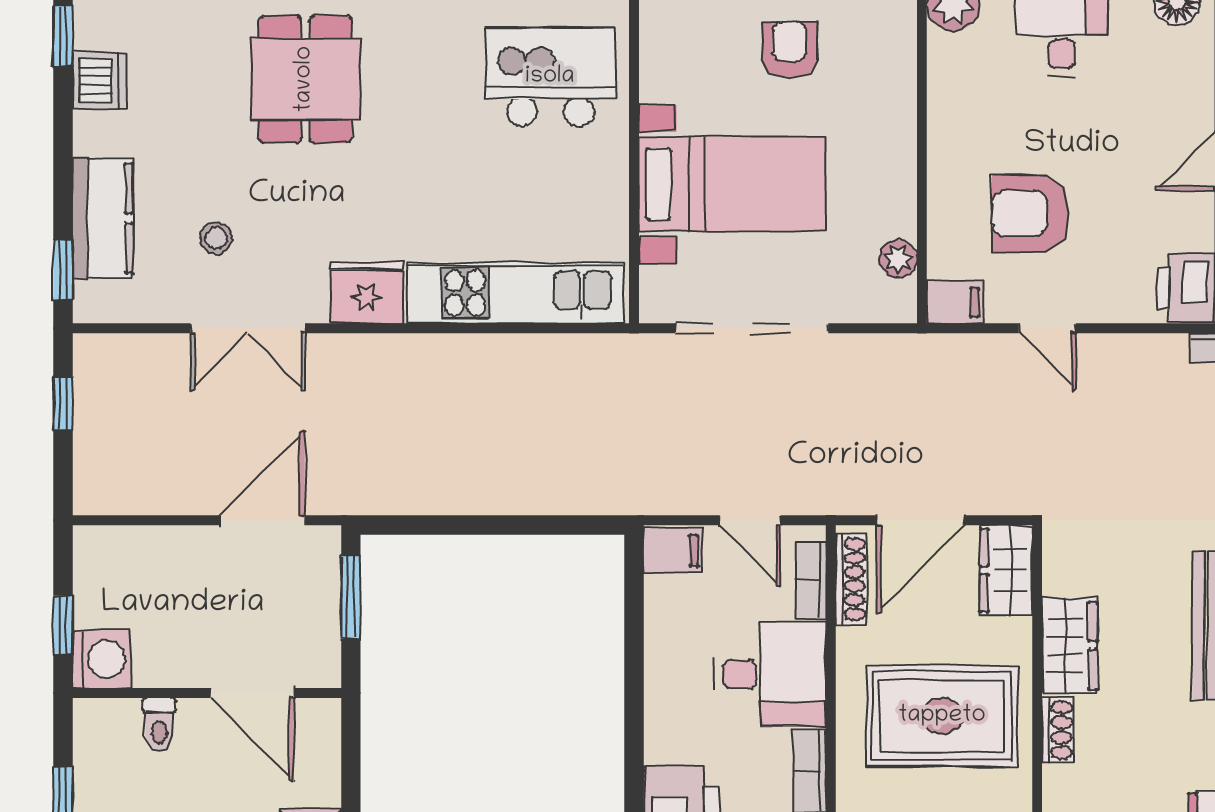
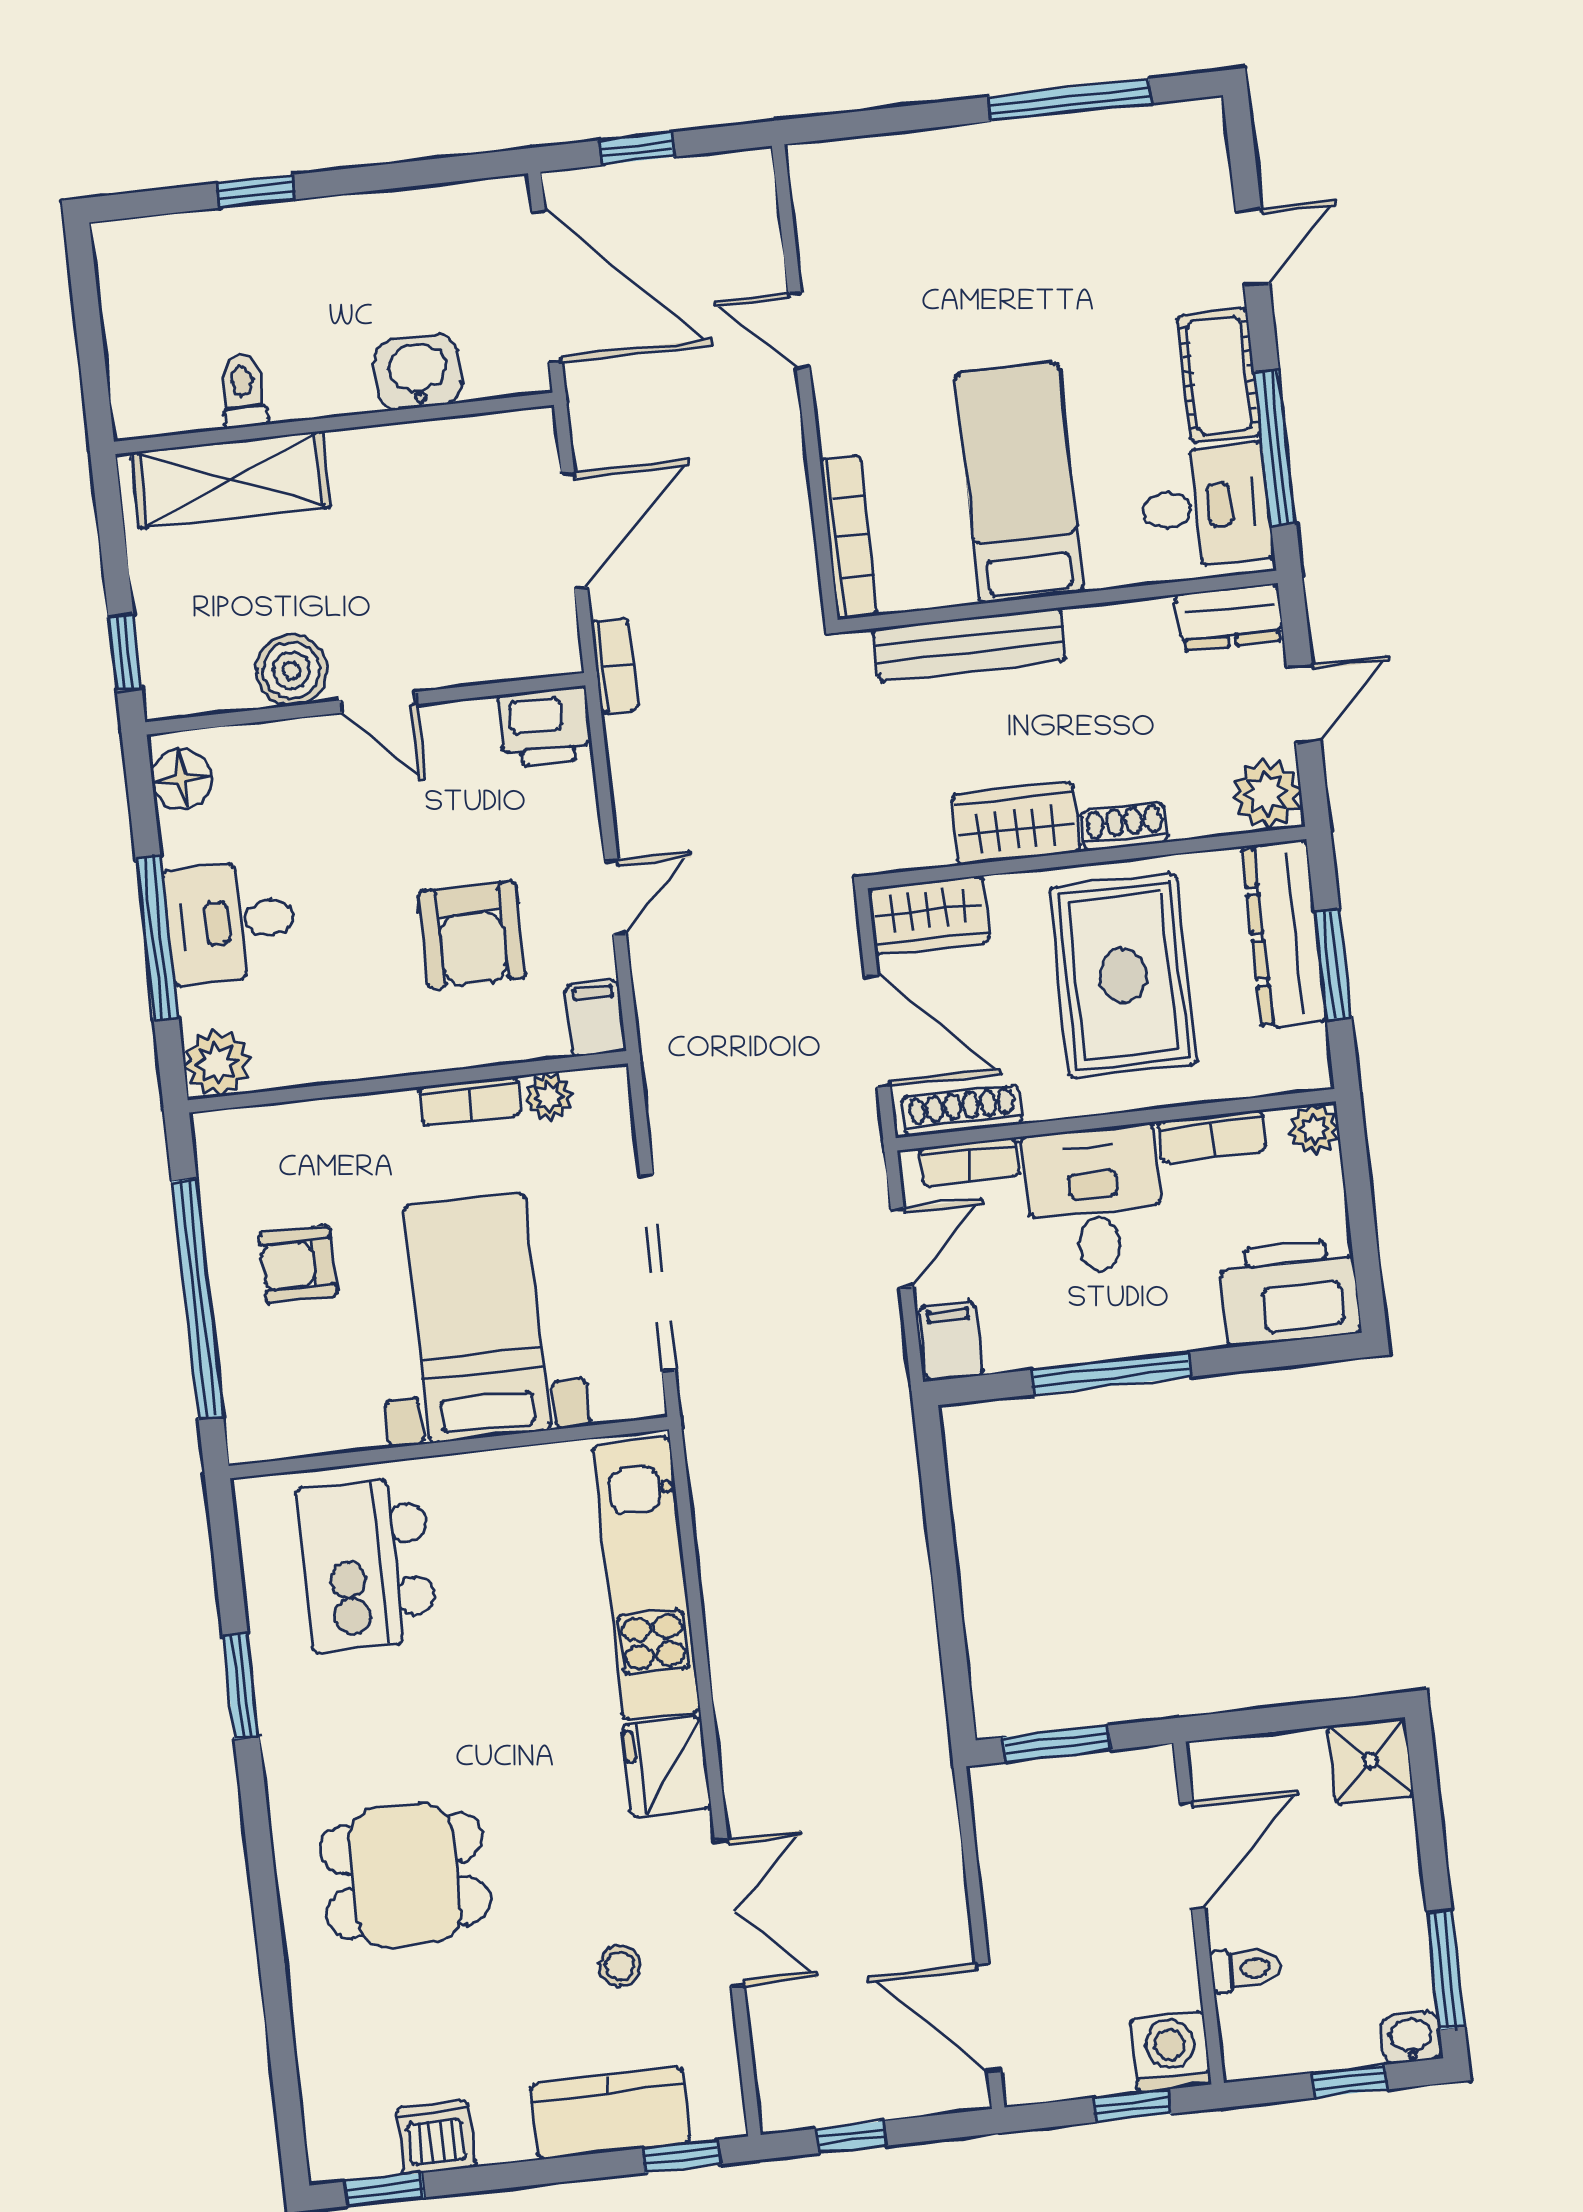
bookcase: (902, 197) -> (470, 1101), added
door: (262, 520) -> (988, 2018), moved
window: (634, 672) -> (1111, 1373), added

